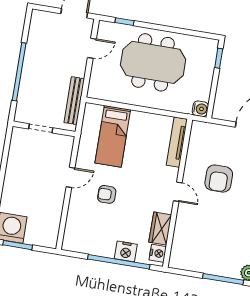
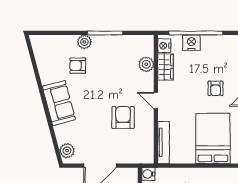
bed: (113, 136) -> (213, 138), width x1.50
armchair: (107, 194) -> (216, 88), turned 90
plant: (182, 235) -> (146, 64), added

